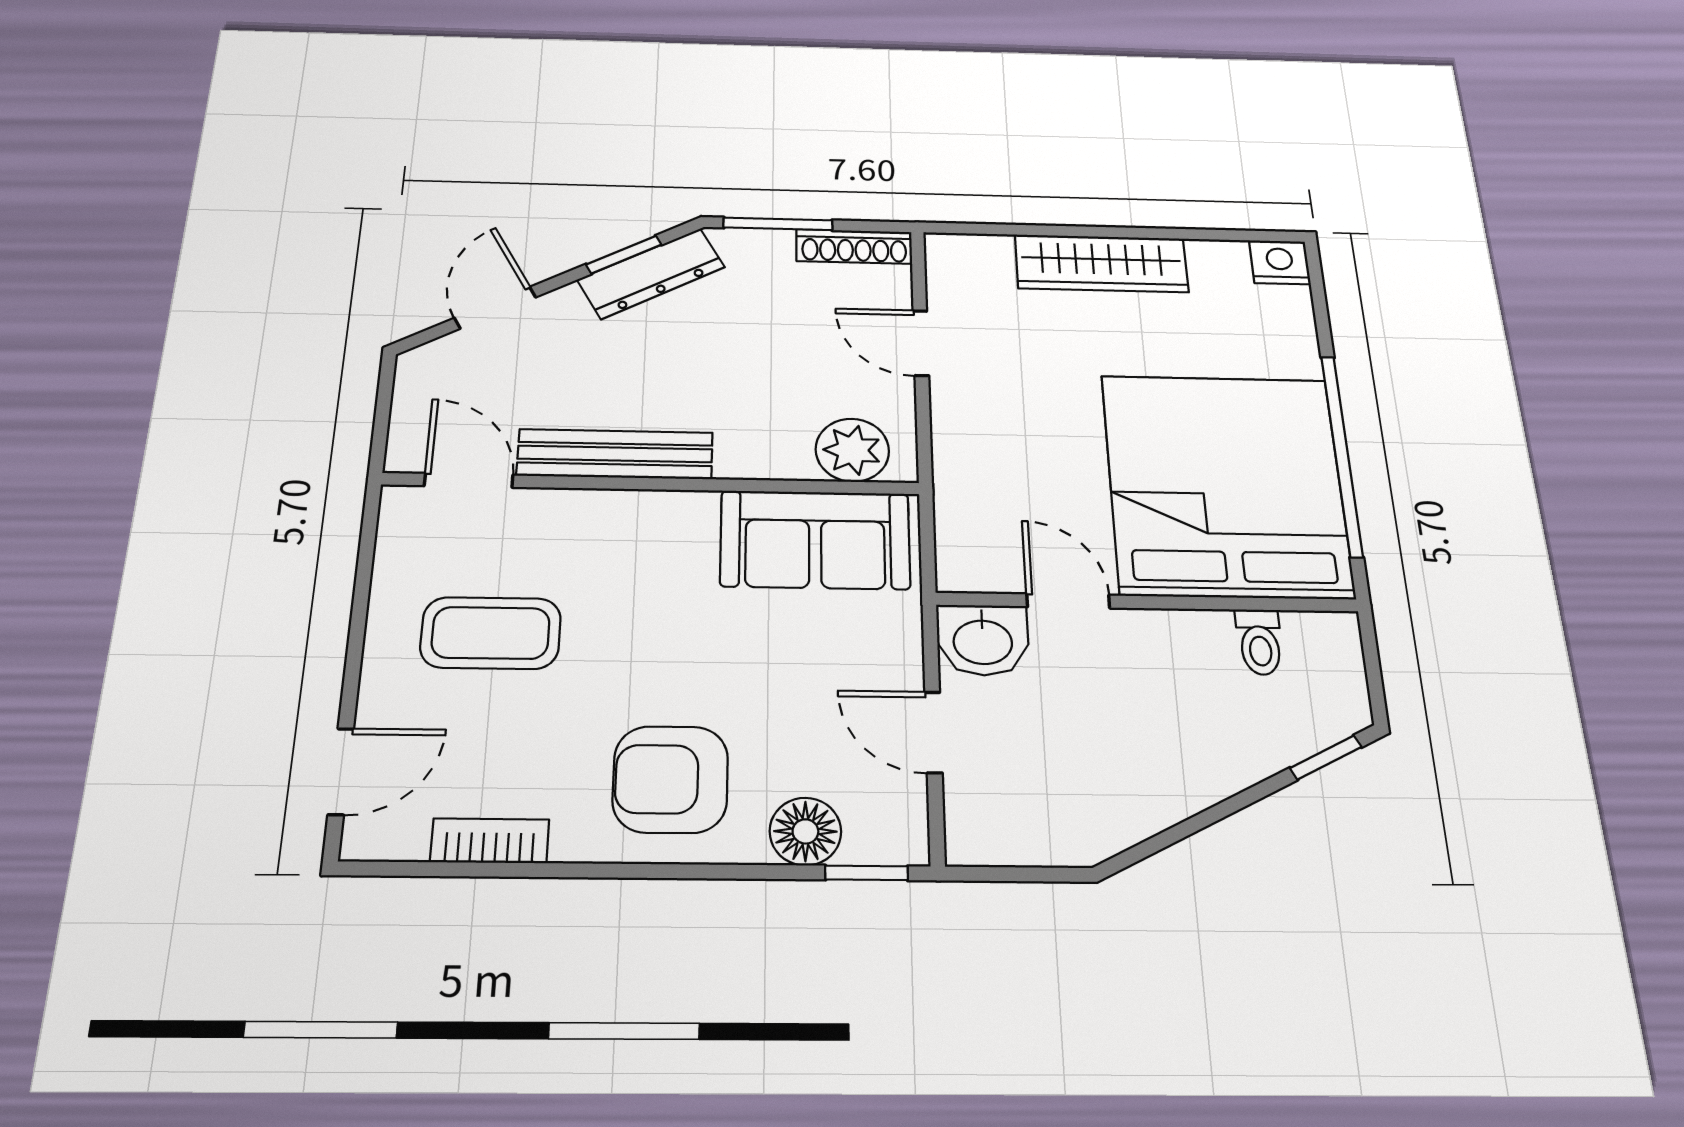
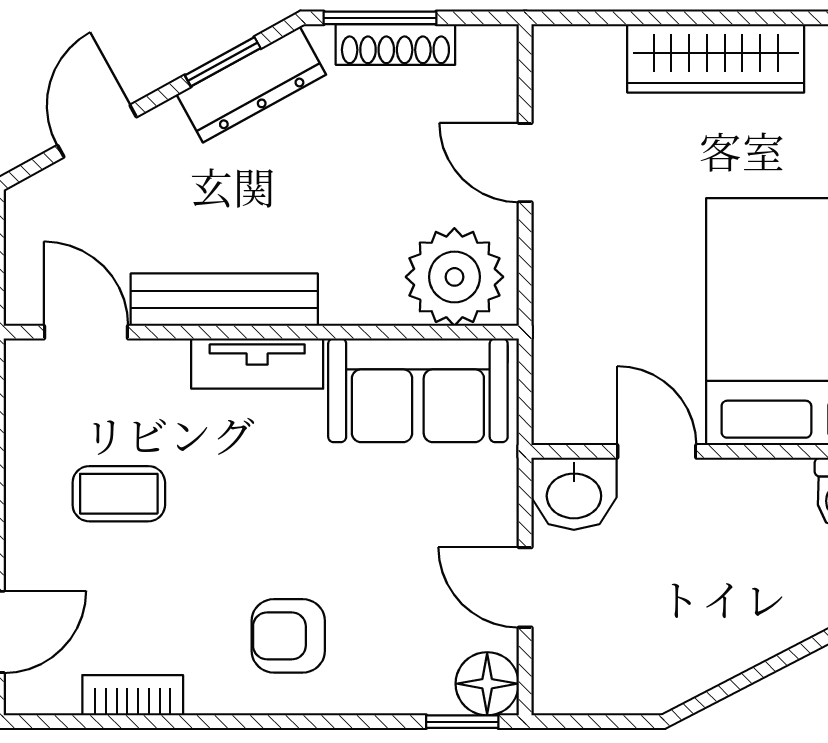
shoe rack: (854, 247) -> (395, 44), moved
plant: (852, 450) -> (454, 277), width x1.36, depth x1.36
tv unit: (647, 512) -> (257, 364), added
coffee table: (491, 633) -> (119, 494), width x0.73, depth x0.77
armchair: (670, 779) -> (288, 636), width x0.72, depth x0.72
floor lamp: (805, 831) -> (487, 684), moved

